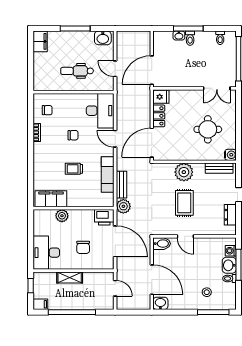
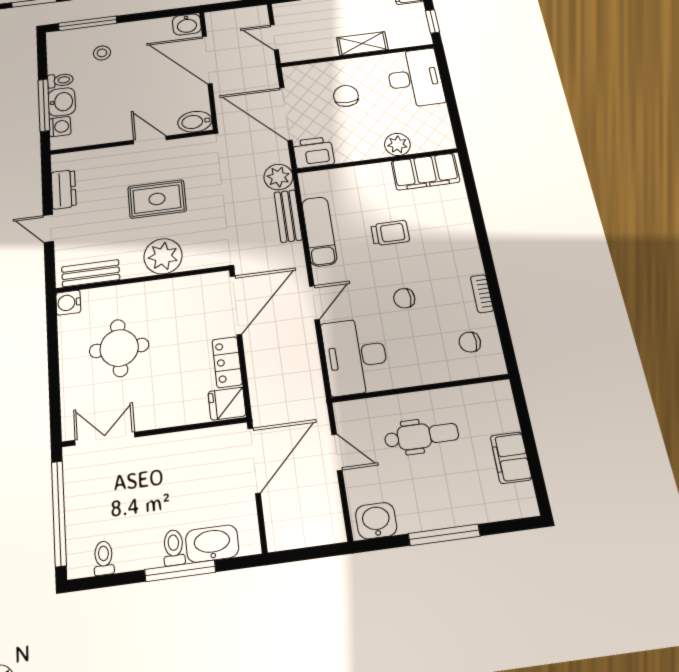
washbasin: (179, 36) -> (212, 544), width x1.91, depth x1.45
filing cabinet: (40, 41) -> (511, 458), moved
door: (115, 139) -> (314, 303), hinge flipped
rug: (184, 203) -> (157, 199), turned 90

